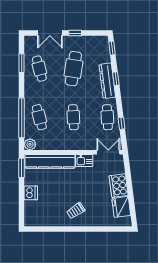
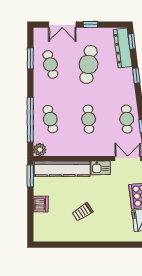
dresser: (107, 81) -> (123, 48), moved
trolley: (76, 211) -> (83, 212), moved

